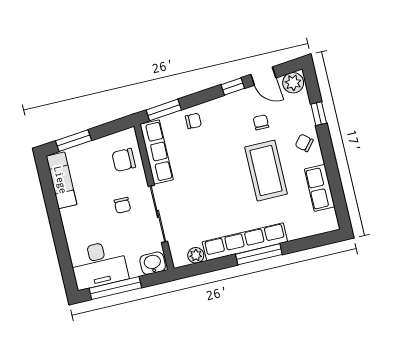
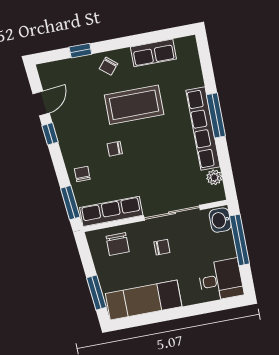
plant: (293, 83) -> (49, 74), removed
chair: (261, 122) -> (115, 149), moved
exam couch: (61, 180) -> (144, 300), width x1.36, depth x1.45
desk: (99, 265) -> (221, 280), width x0.73
window: (115, 288) -> (240, 240), moved

